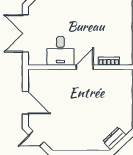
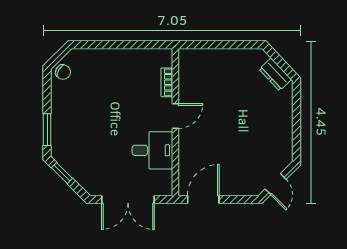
door: (85, 67) -> (175, 116), swing flipped
door: (25, 103) -> (203, 200), moved

